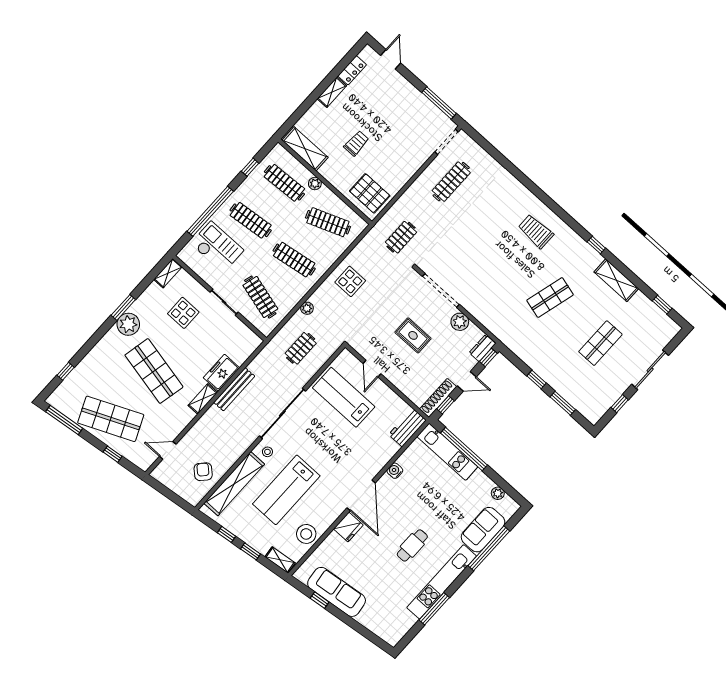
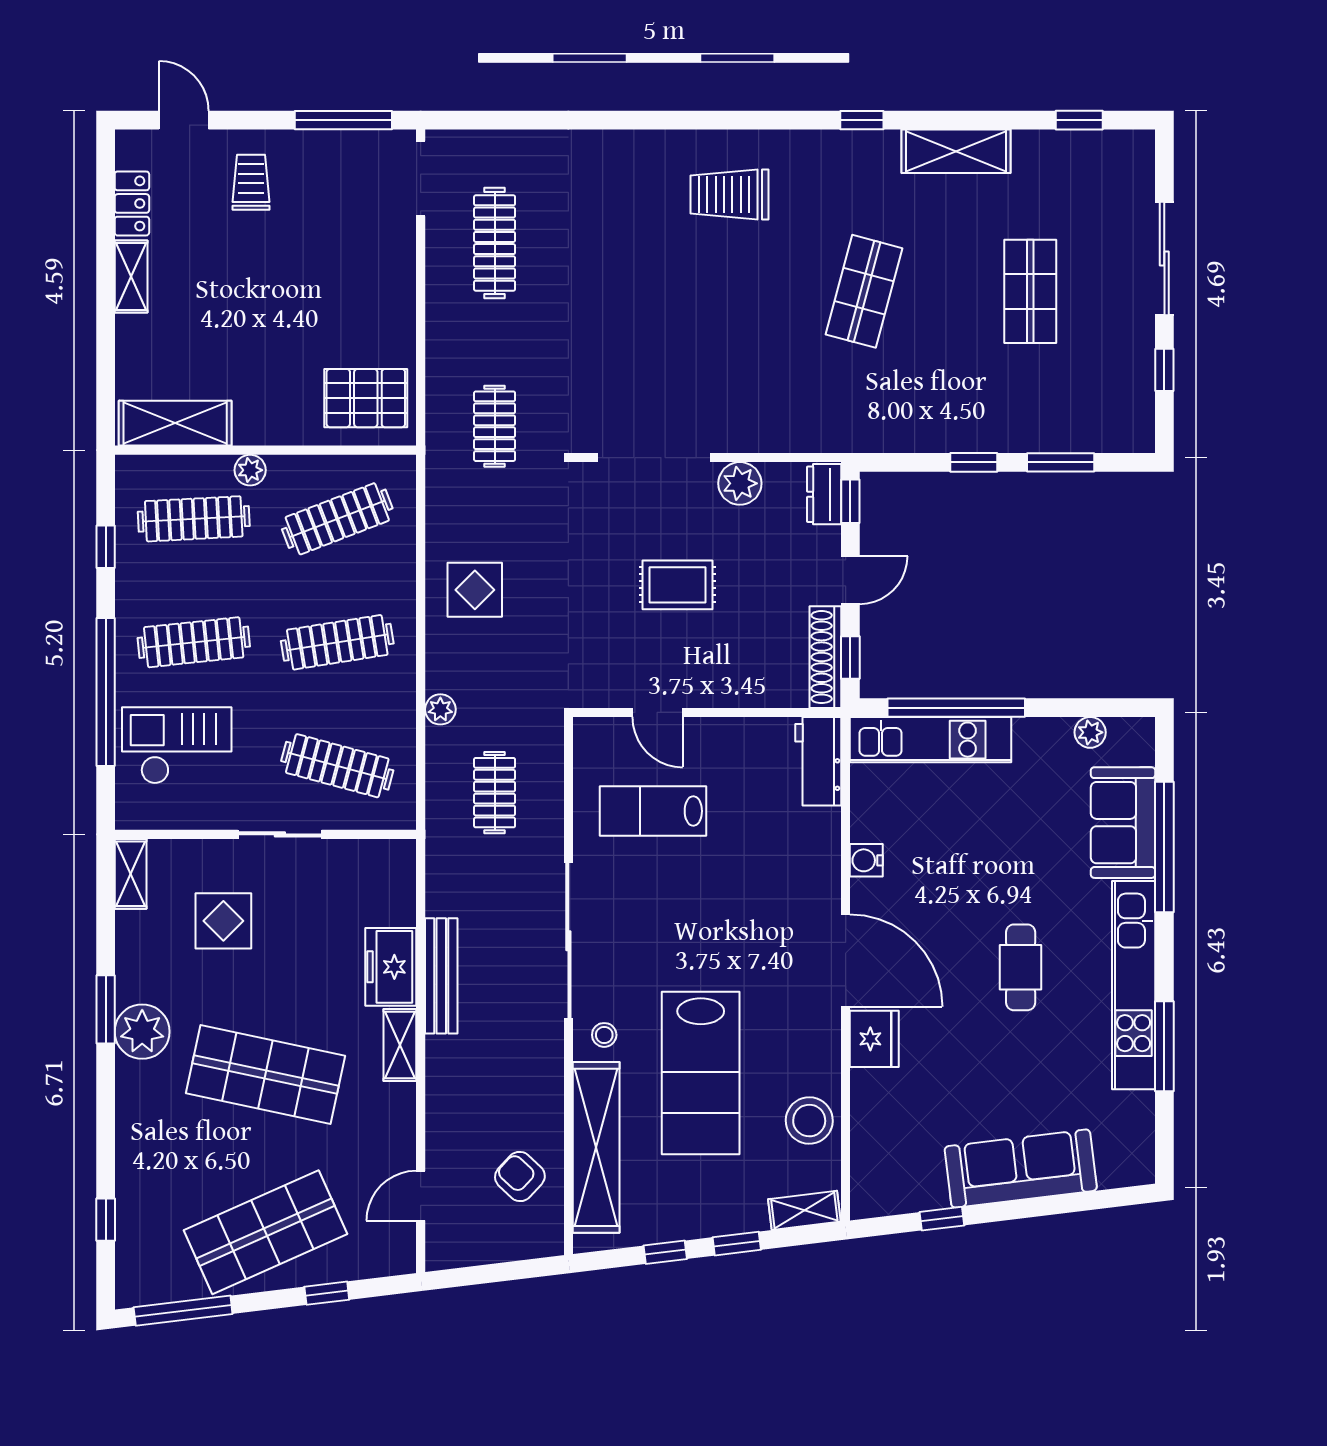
trolley: (356, 143) -> (251, 182), moved
lab bench: (344, 397) -> (653, 811), width x0.73, depth x0.72
sofa: (337, 592) -> (1021, 1169), moved

